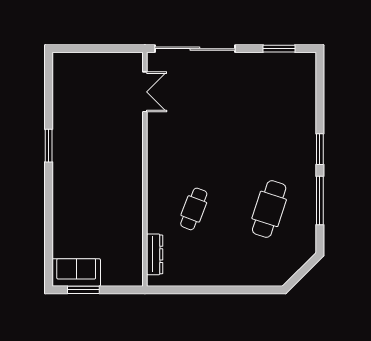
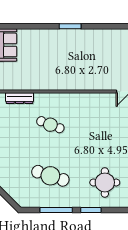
round table: (279, 129) -> (105, 182), added
window: (49, 146) -> (70, 26), moved

